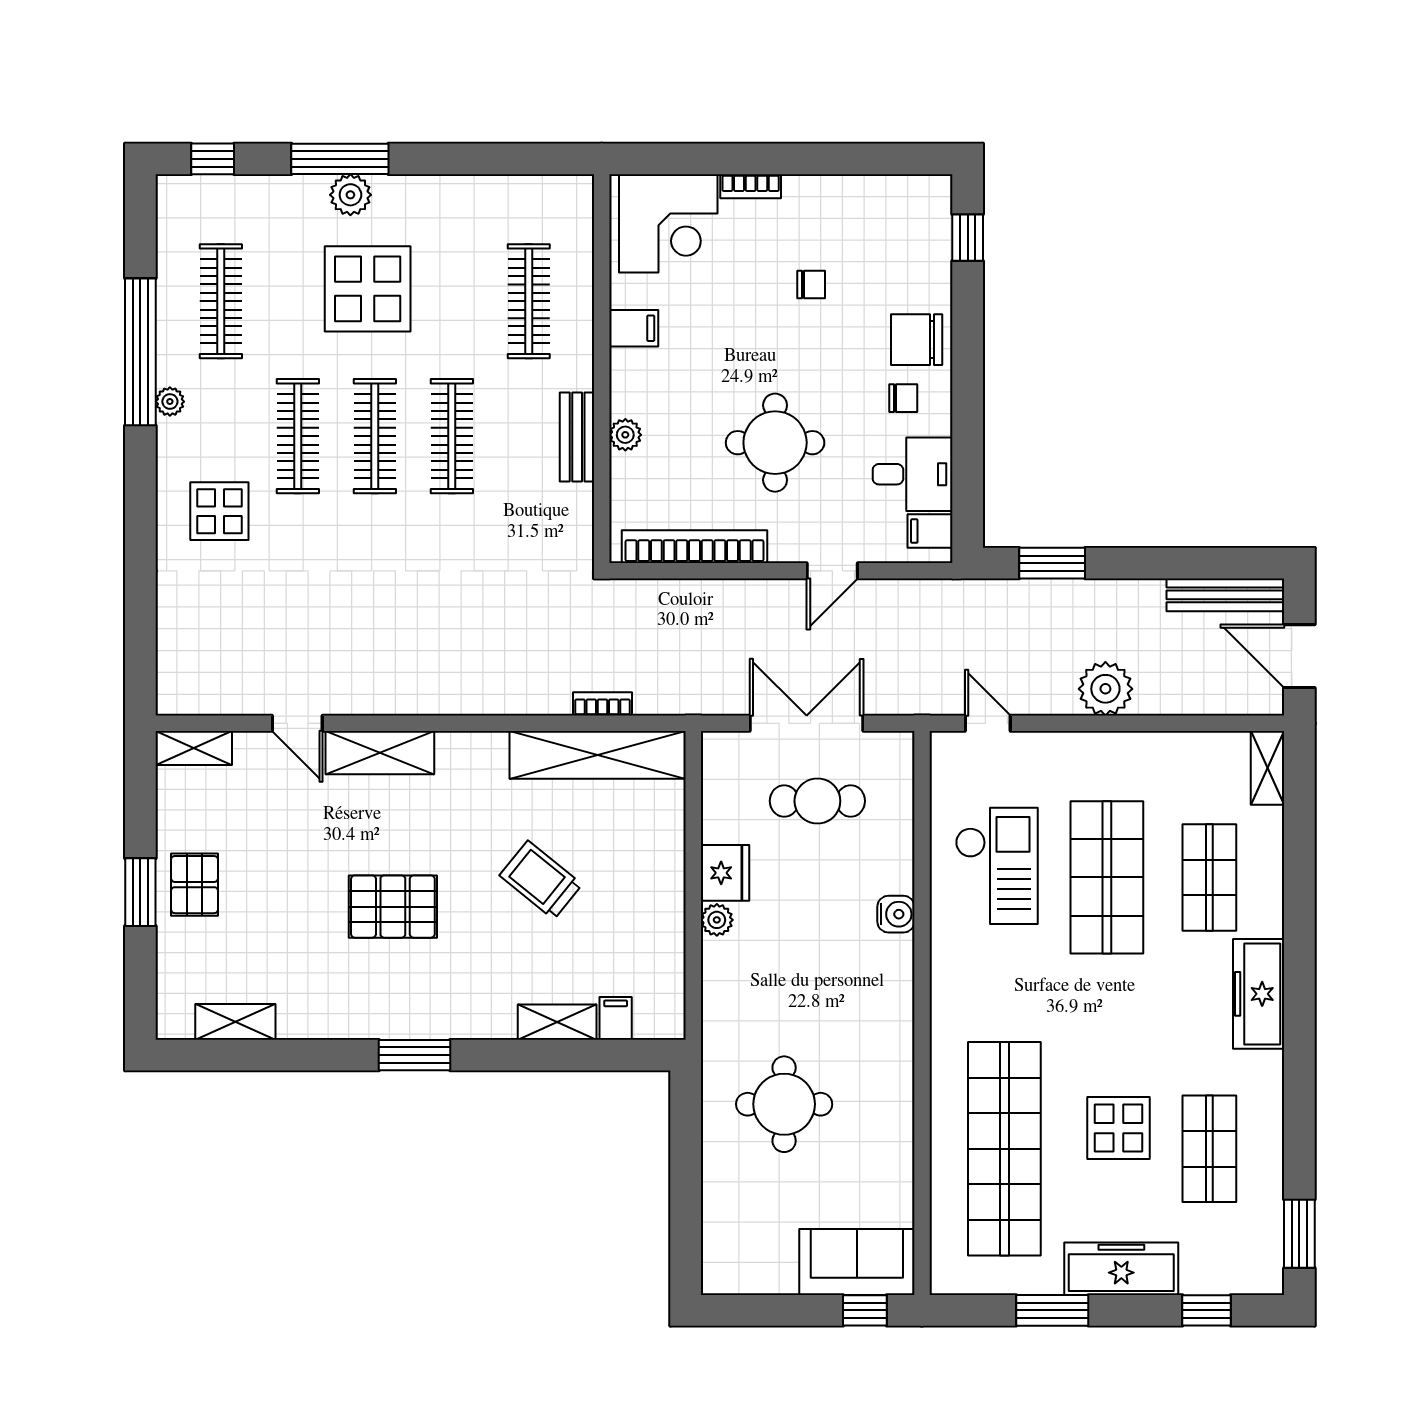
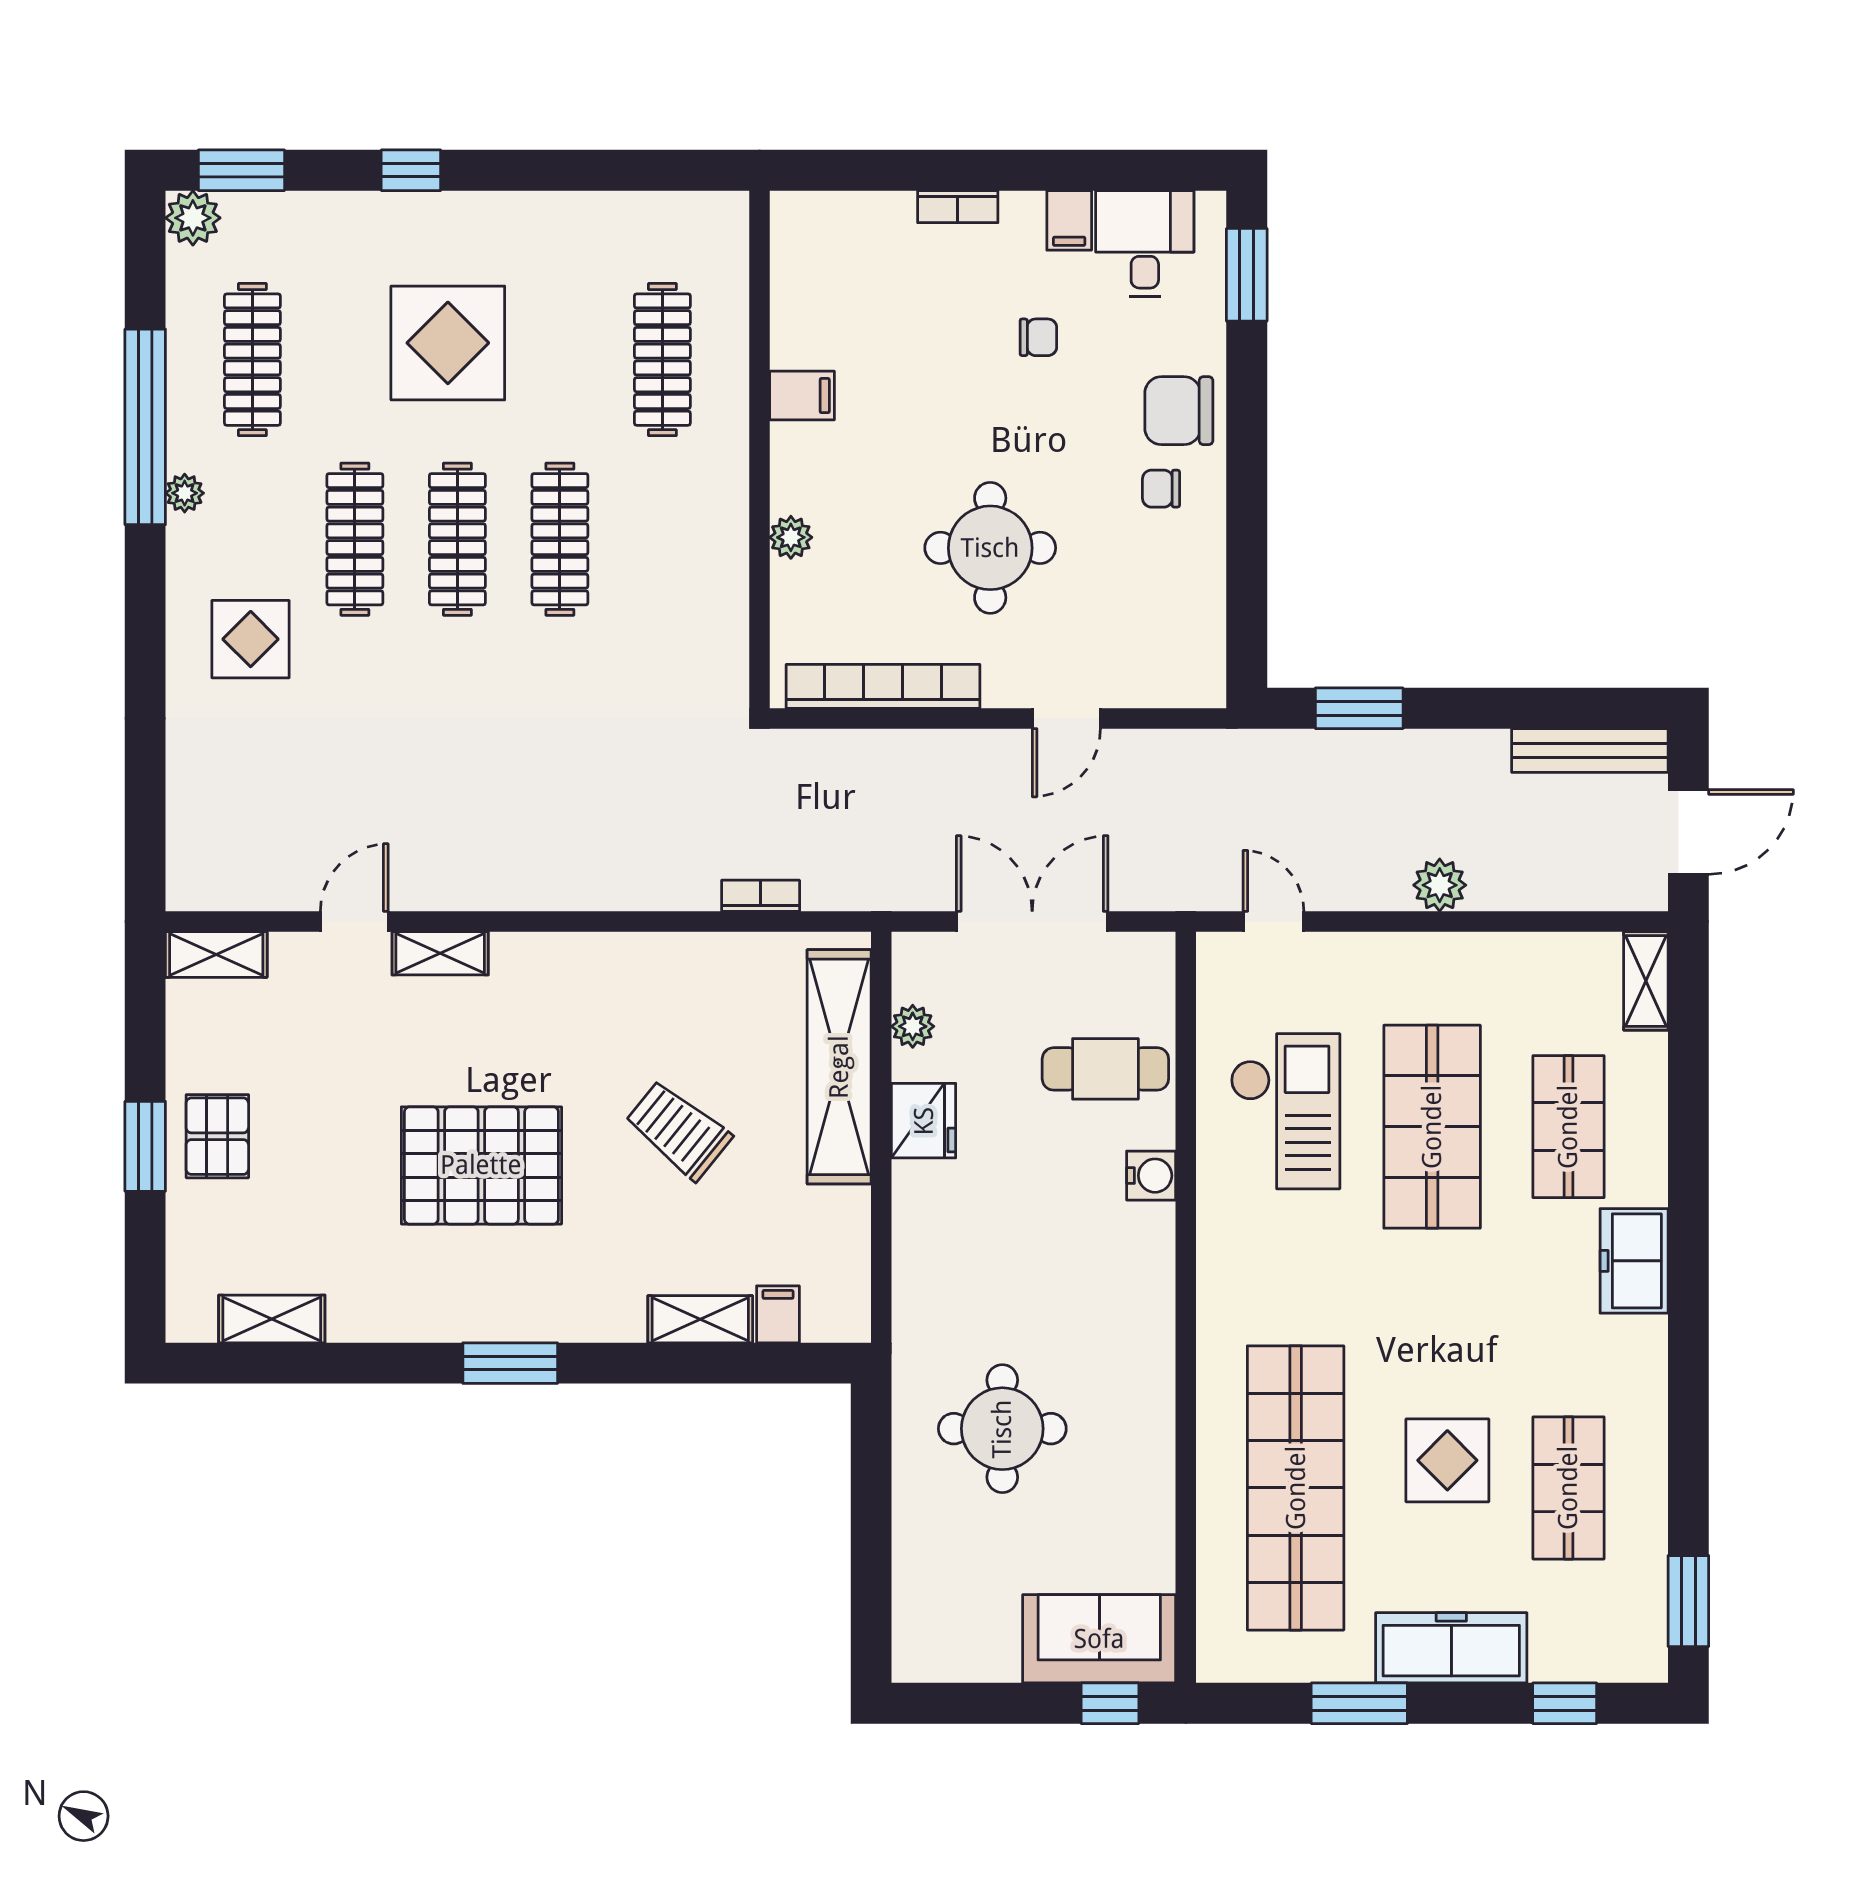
window: (213, 159) -> (241, 170), width x1.50
window: (340, 159) -> (411, 170), width x0.46
plant: (350, 195) -> (193, 218), moved
corner desk: (668, 223) -> (848, 256), removed
window: (968, 238) -> (1247, 275), width x1.50
chair: (903, 398) -> (1161, 489), turned 180
bench: (577, 437) -> (727, 540), removed
desk: (913, 474) -> (1145, 244), moved, turned -90
filing cabinet: (930, 531) -> (1069, 220), moved, turned -90
door: (1299, 656) -> (1688, 832), swing flipped
plant: (1105, 689) -> (1440, 885), width x0.73, depth x0.73
door: (297, 723) -> (354, 922), swing flipped
shelving: (380, 753) -> (440, 953), width x0.67, depth x0.75
shelving: (598, 755) -> (839, 1067), moved, turned 90
cafe table: (817, 801) -> (1105, 1069), moved
pallet: (393, 907) -> (481, 1165), width x1.37, depth x1.41
plant: (717, 920) -> (913, 1026), moved
freezer: (1259, 994) -> (1634, 1261), width x0.71

